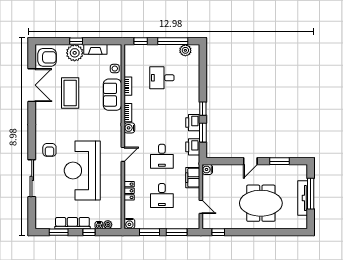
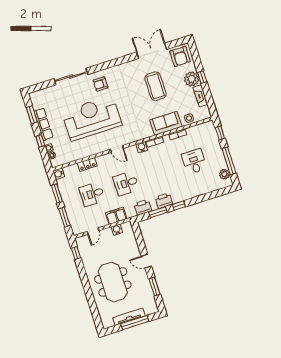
double door: (32, 85) -> (152, 51), swing flipped
coffee table: (70, 93) -> (156, 86), turned 90
water cooler: (207, 169) -> (117, 230), moved

